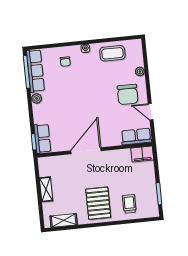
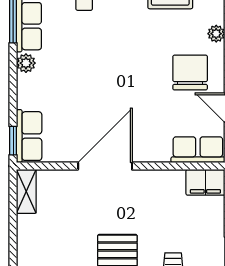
chair: (128, 94) -> (190, 73), turned 180
shelving: (46, 189) -> (26, 191), moved

